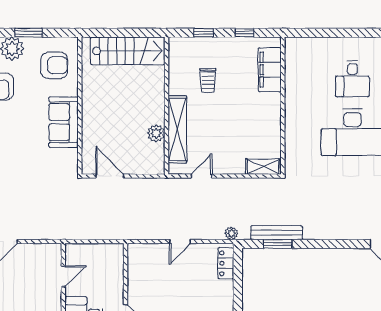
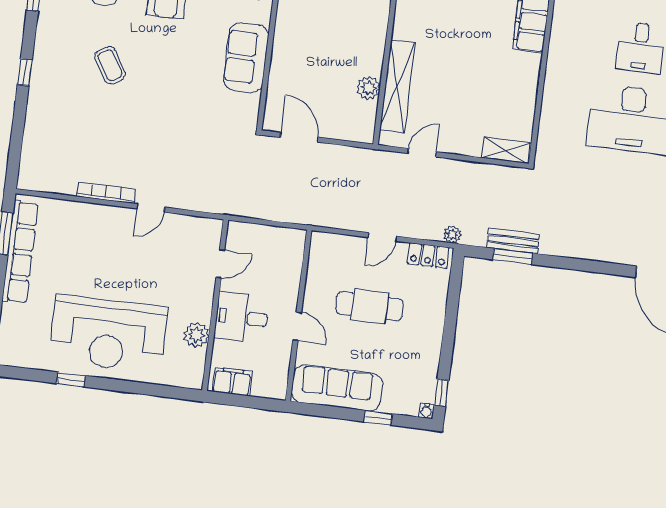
trolley: (208, 81) -> (446, 26), removed
bench: (277, 233) -> (513, 241), width x0.73
locker: (226, 263) -> (428, 255), moved, turned -90
cafe table: (177, 294) -> (369, 306), added

